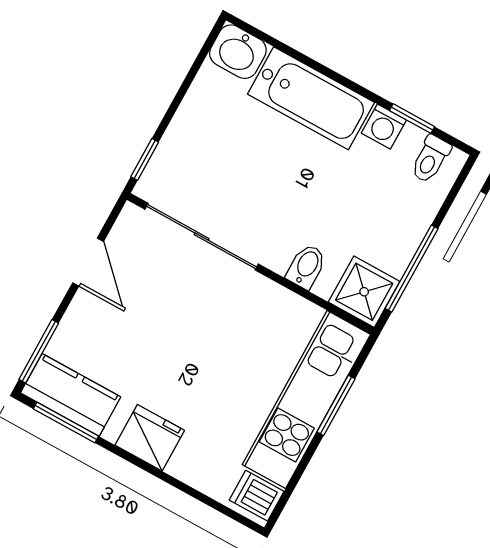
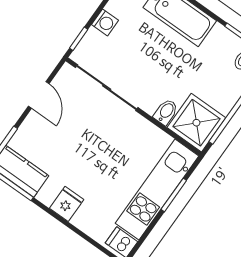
washing machine: (384, 126) -> (105, 22), moved, turned -90
shower: (364, 292) -> (196, 123), width x1.36, depth x1.36
fridge: (150, 438) -> (67, 204), width x0.72

